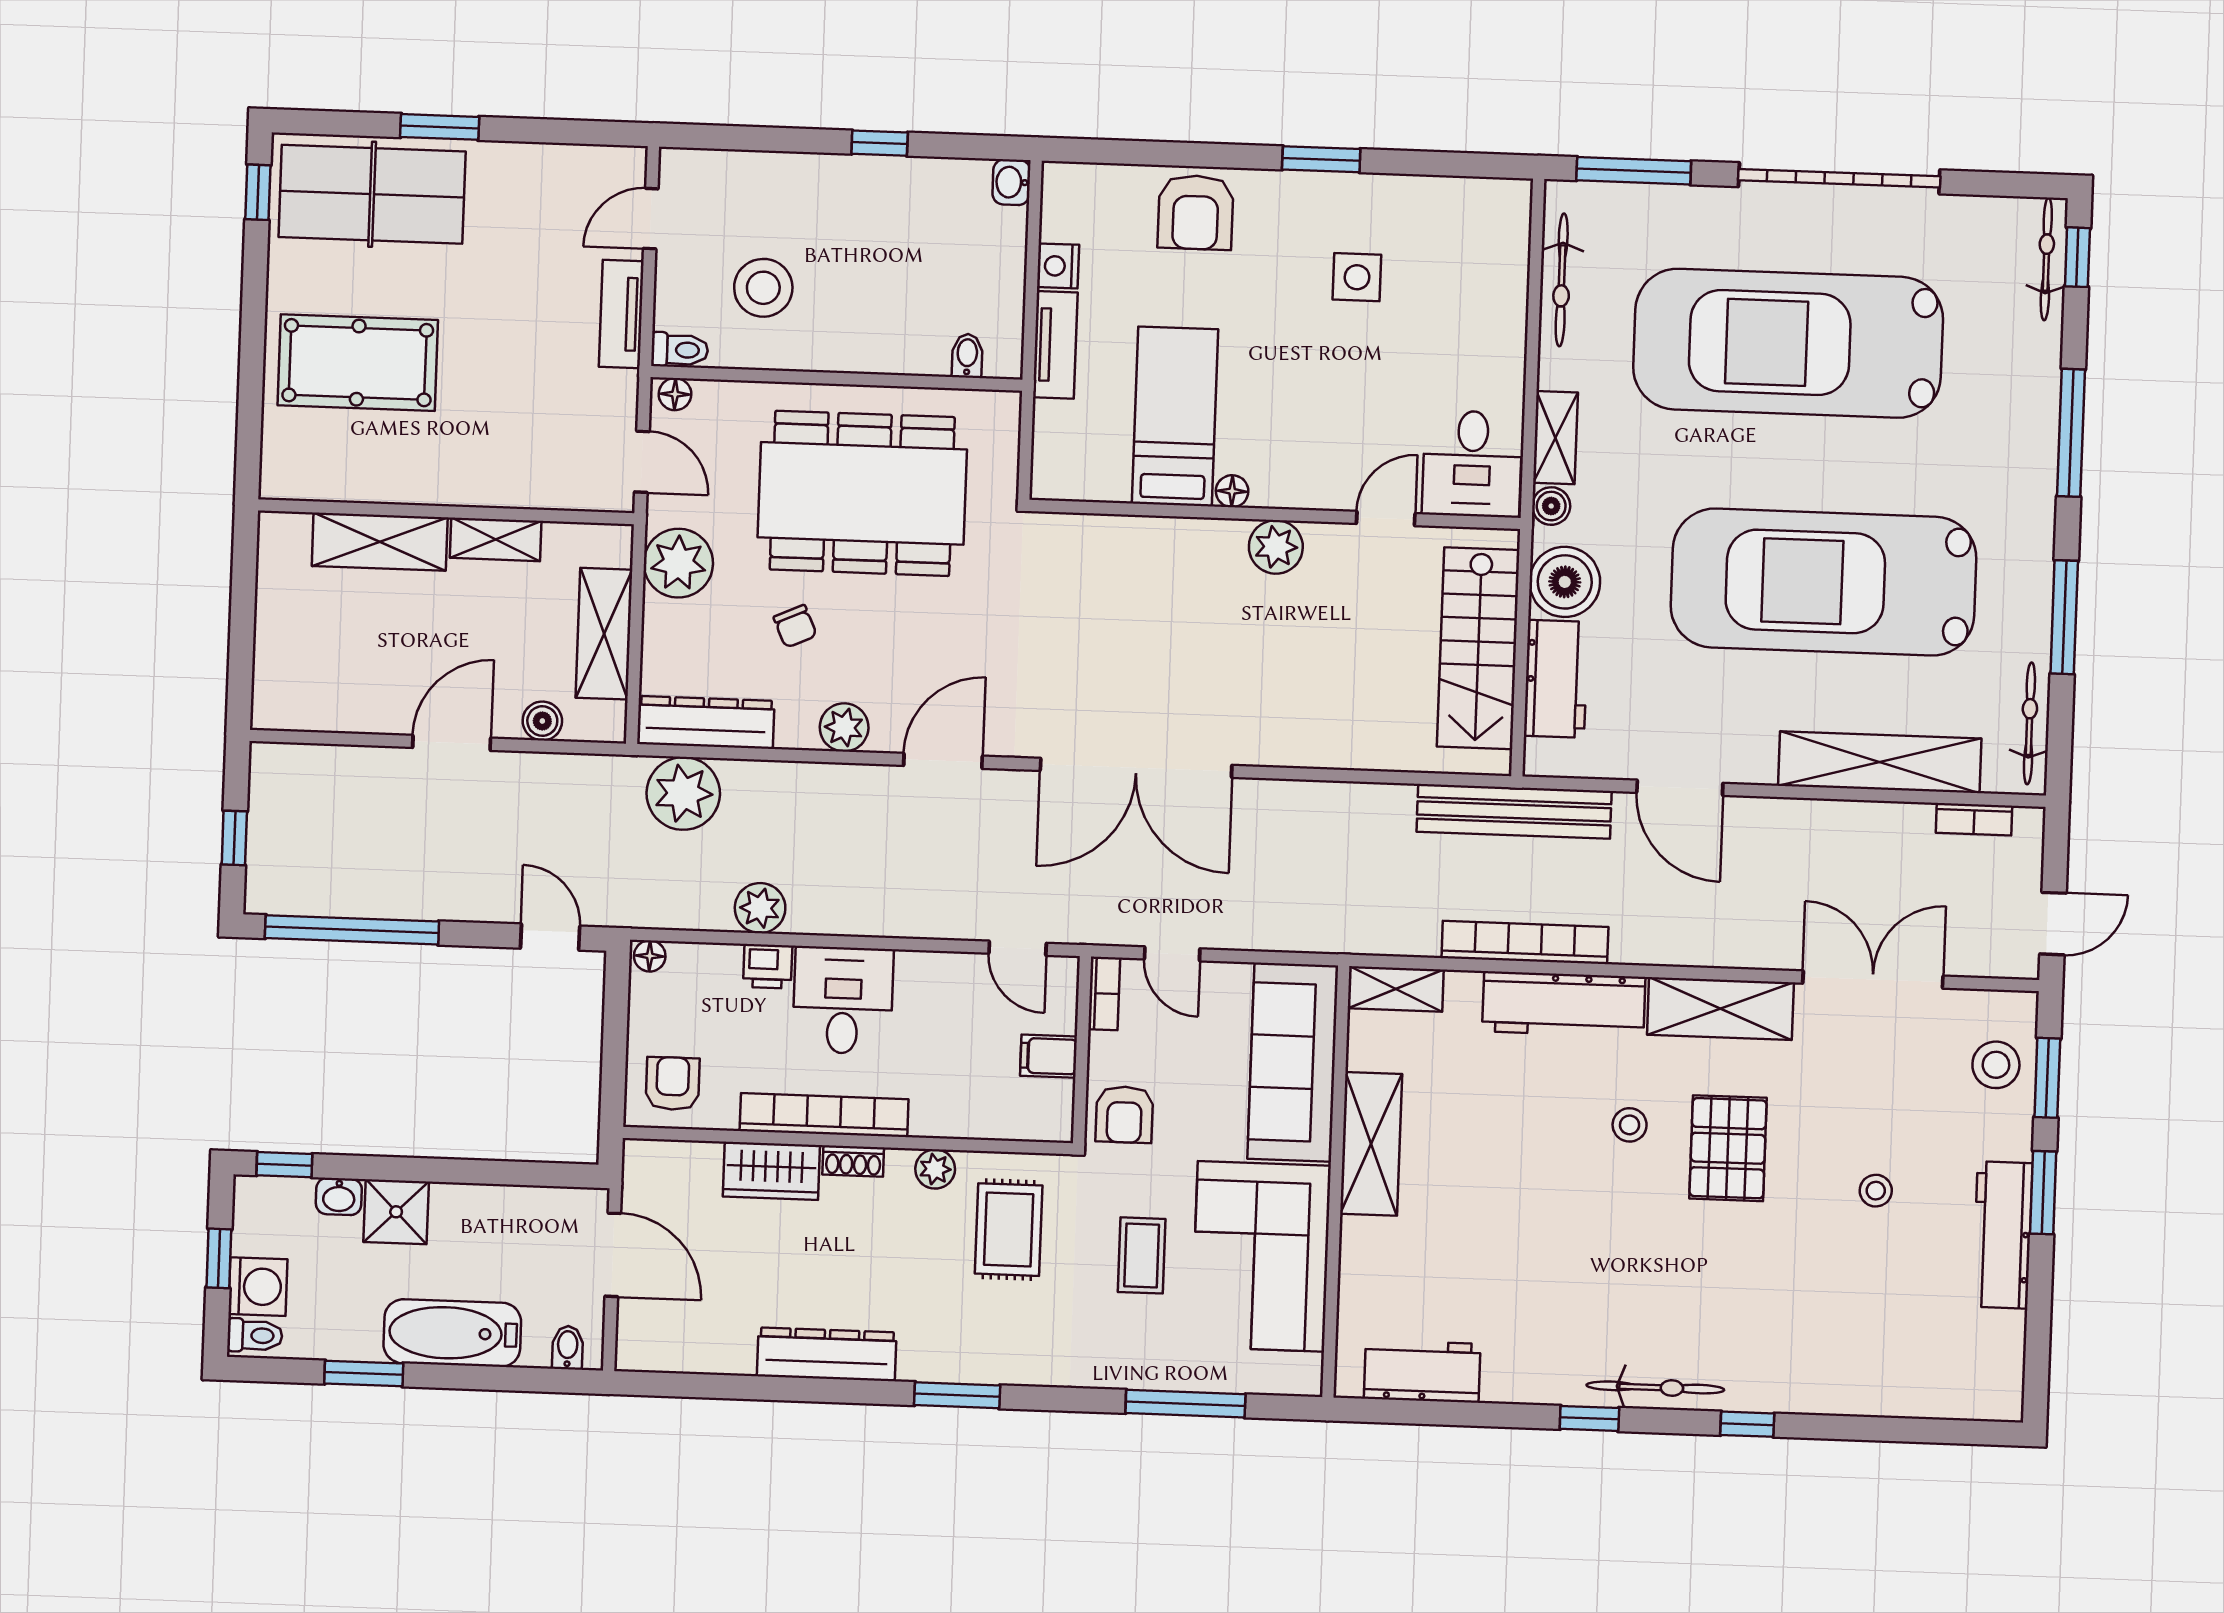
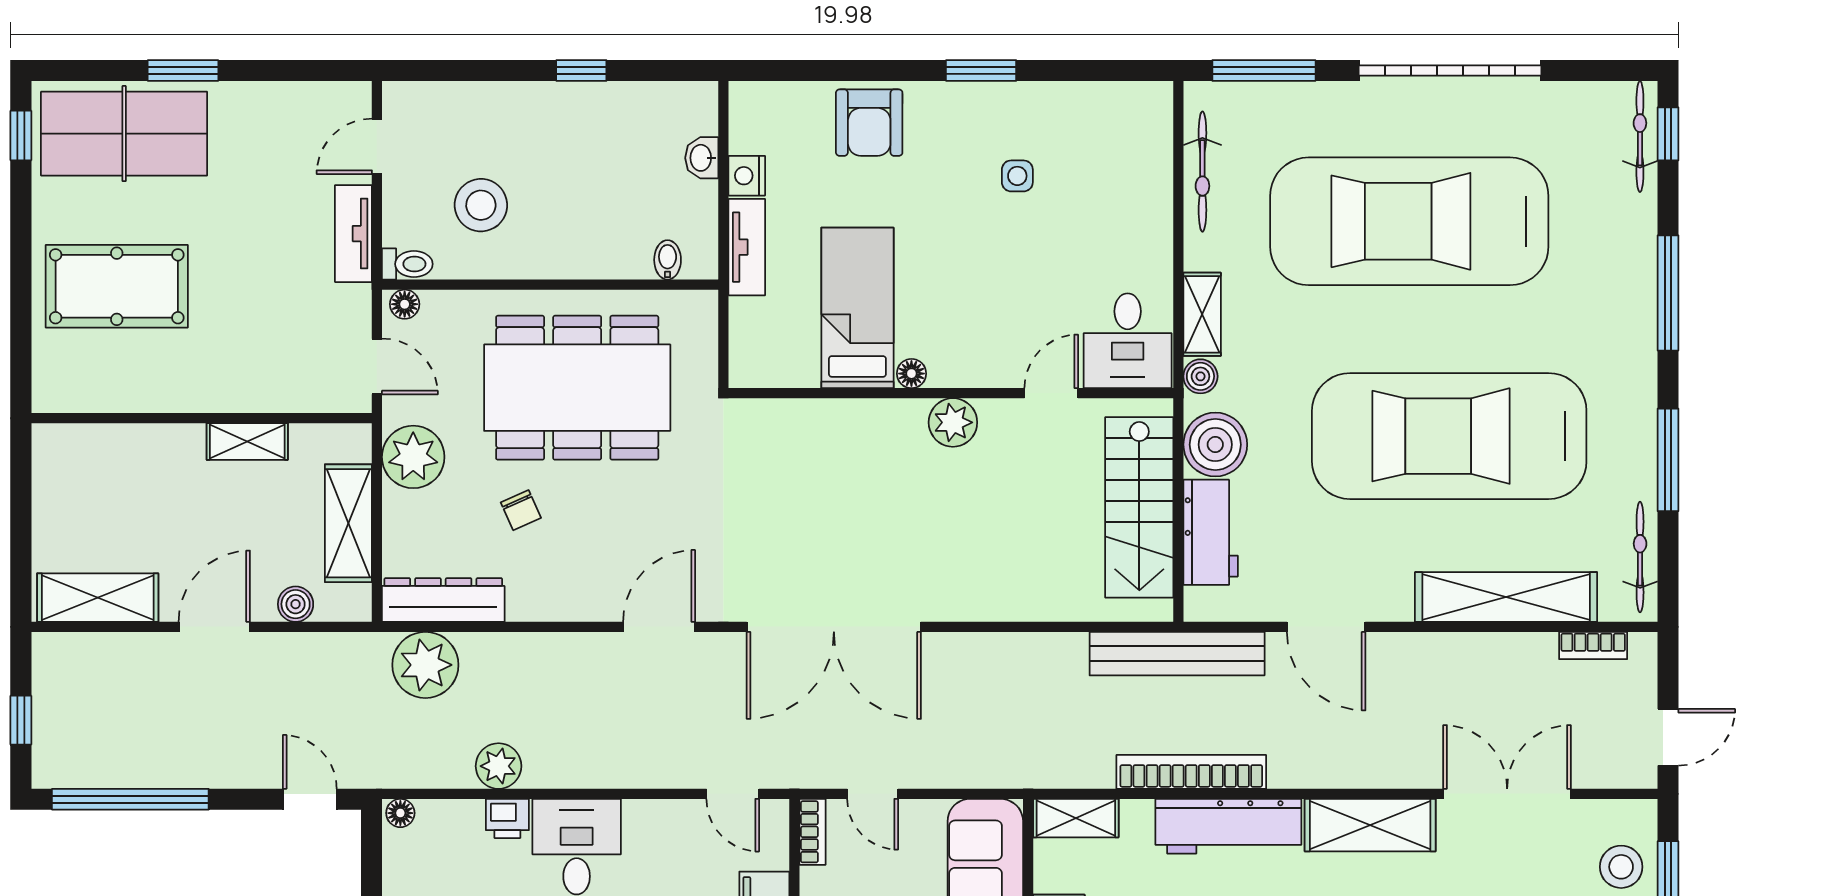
washbasin: (1011, 182) -> (702, 158), moved
side table: (1357, 277) -> (1017, 176), width x0.73, depth x0.73
shelving: (380, 542) -> (98, 598), moved
plant: (844, 727) -> (569, 600), removed

